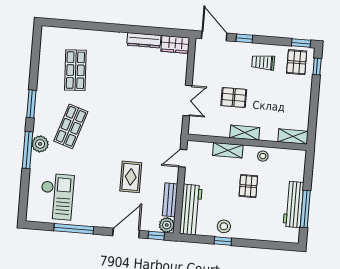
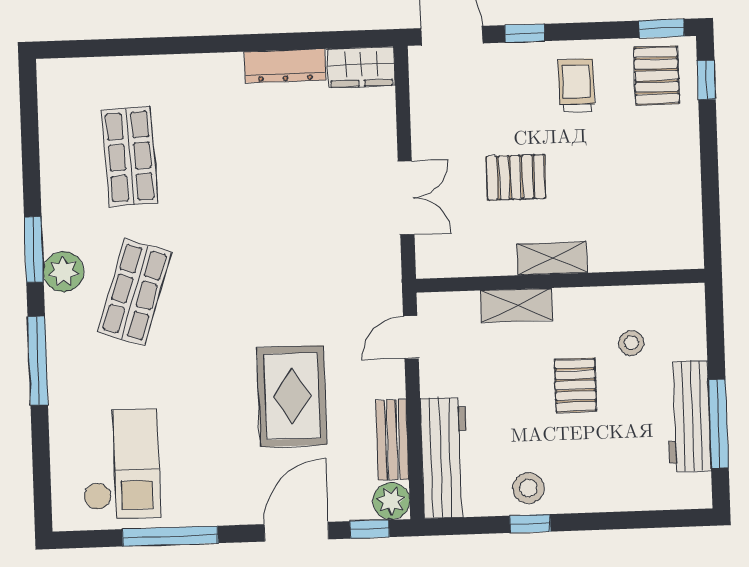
trolley: (263, 62) -> (576, 85), turned 90
shelving: (293, 137) -> (668, 254), removed
plant: (40, 144) -> (63, 272), moved
stool: (263, 156) -> (631, 343), moved
rug: (131, 177) -> (292, 396), width x1.36, depth x1.43

